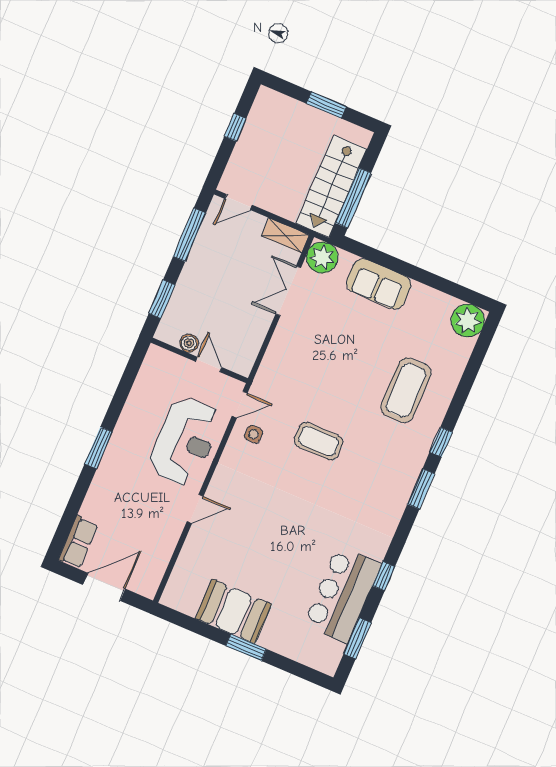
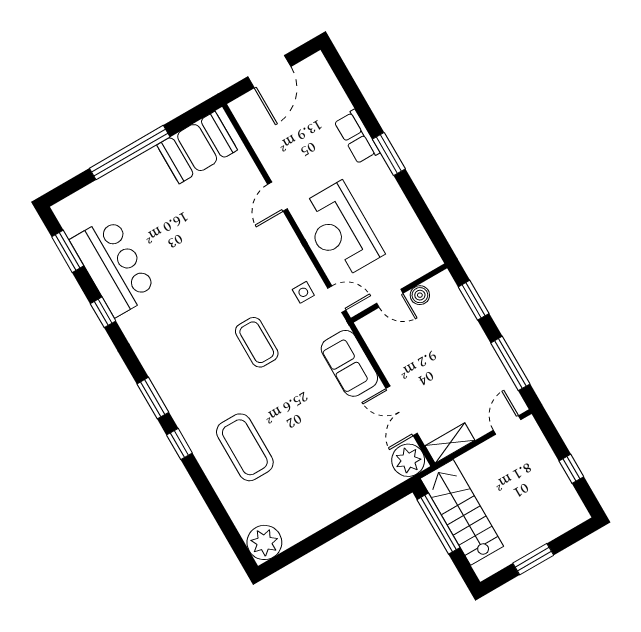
sofa: (379, 284) -> (349, 363), moved, turned -90
double door: (288, 291) -> (402, 411), swing flipped
door: (240, 405) -> (337, 299), swing flipped
coffee table: (319, 441) -> (257, 342), turned 90
row of seats: (78, 542) -> (357, 137), moved
booth: (233, 611) -> (197, 148), moved
window: (246, 647) -> (130, 153), width x2.11

